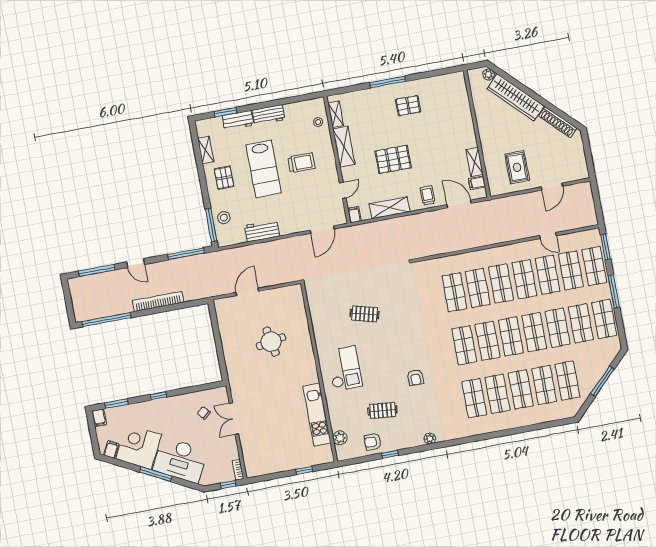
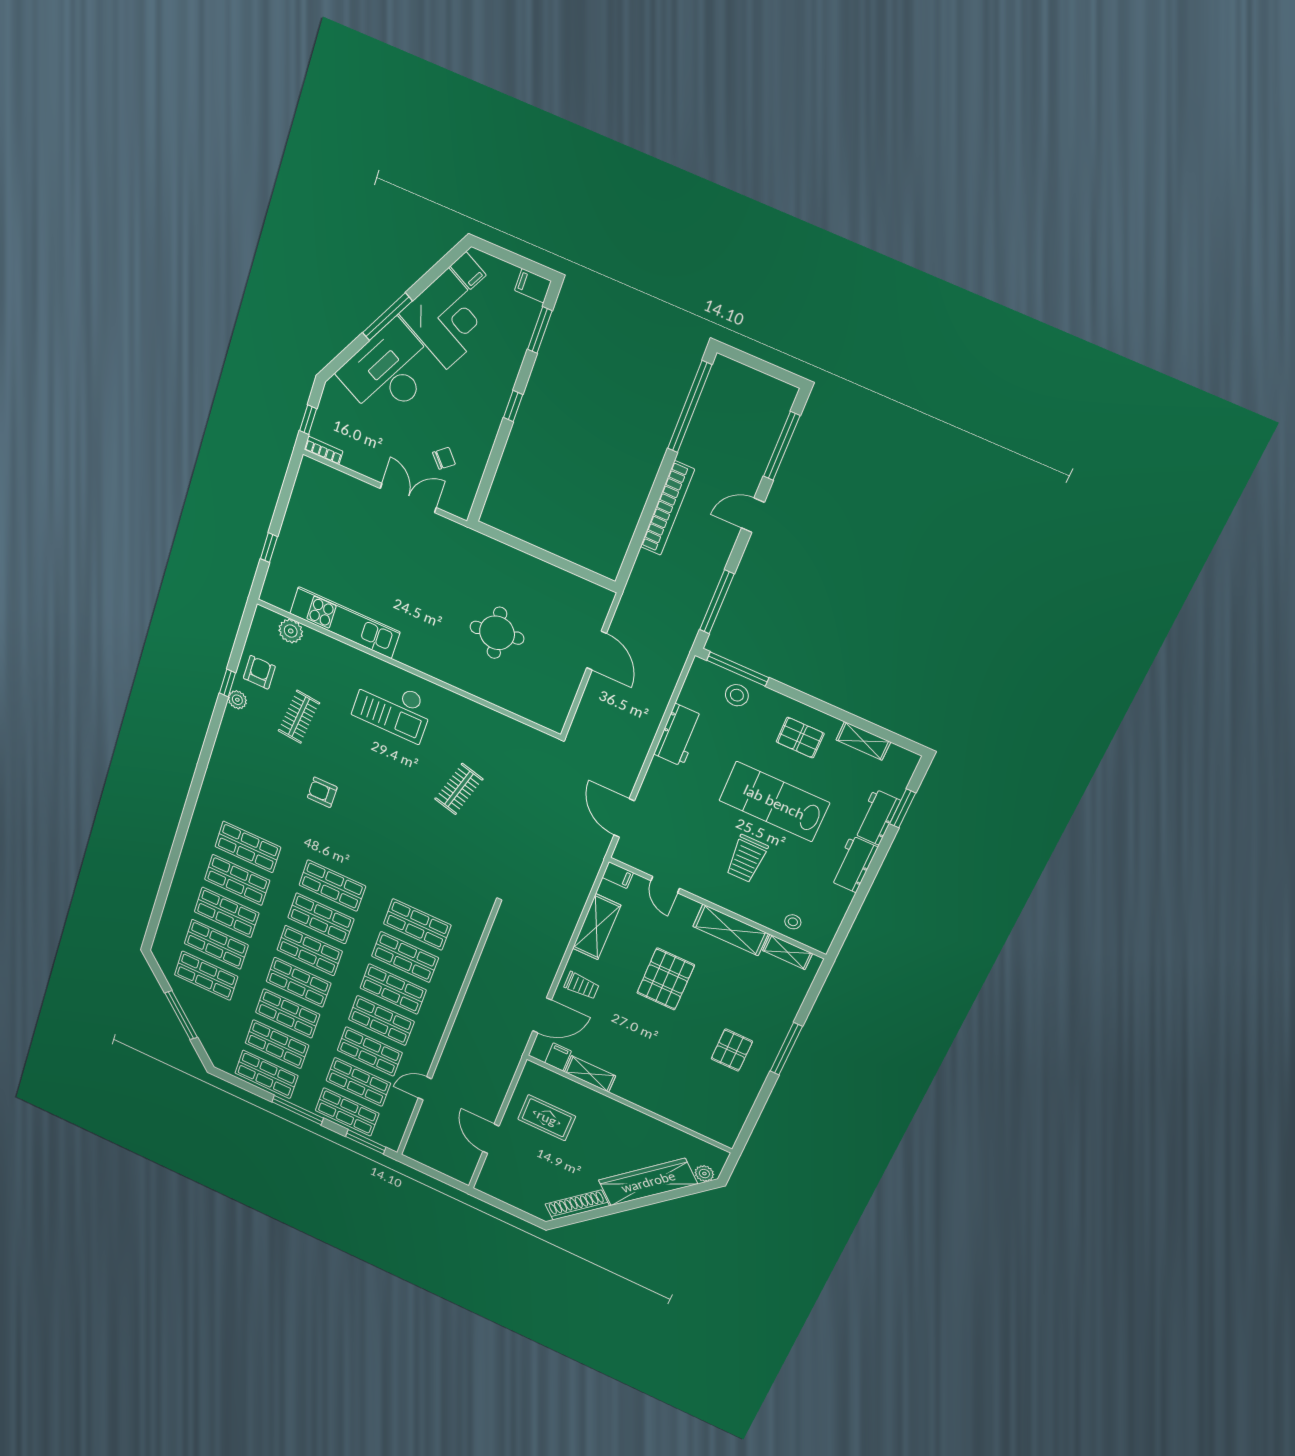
plant: (430, 438) -> (237, 700), moved

